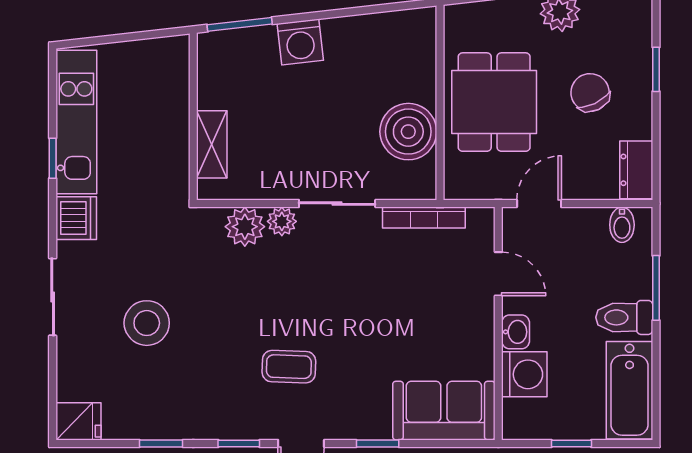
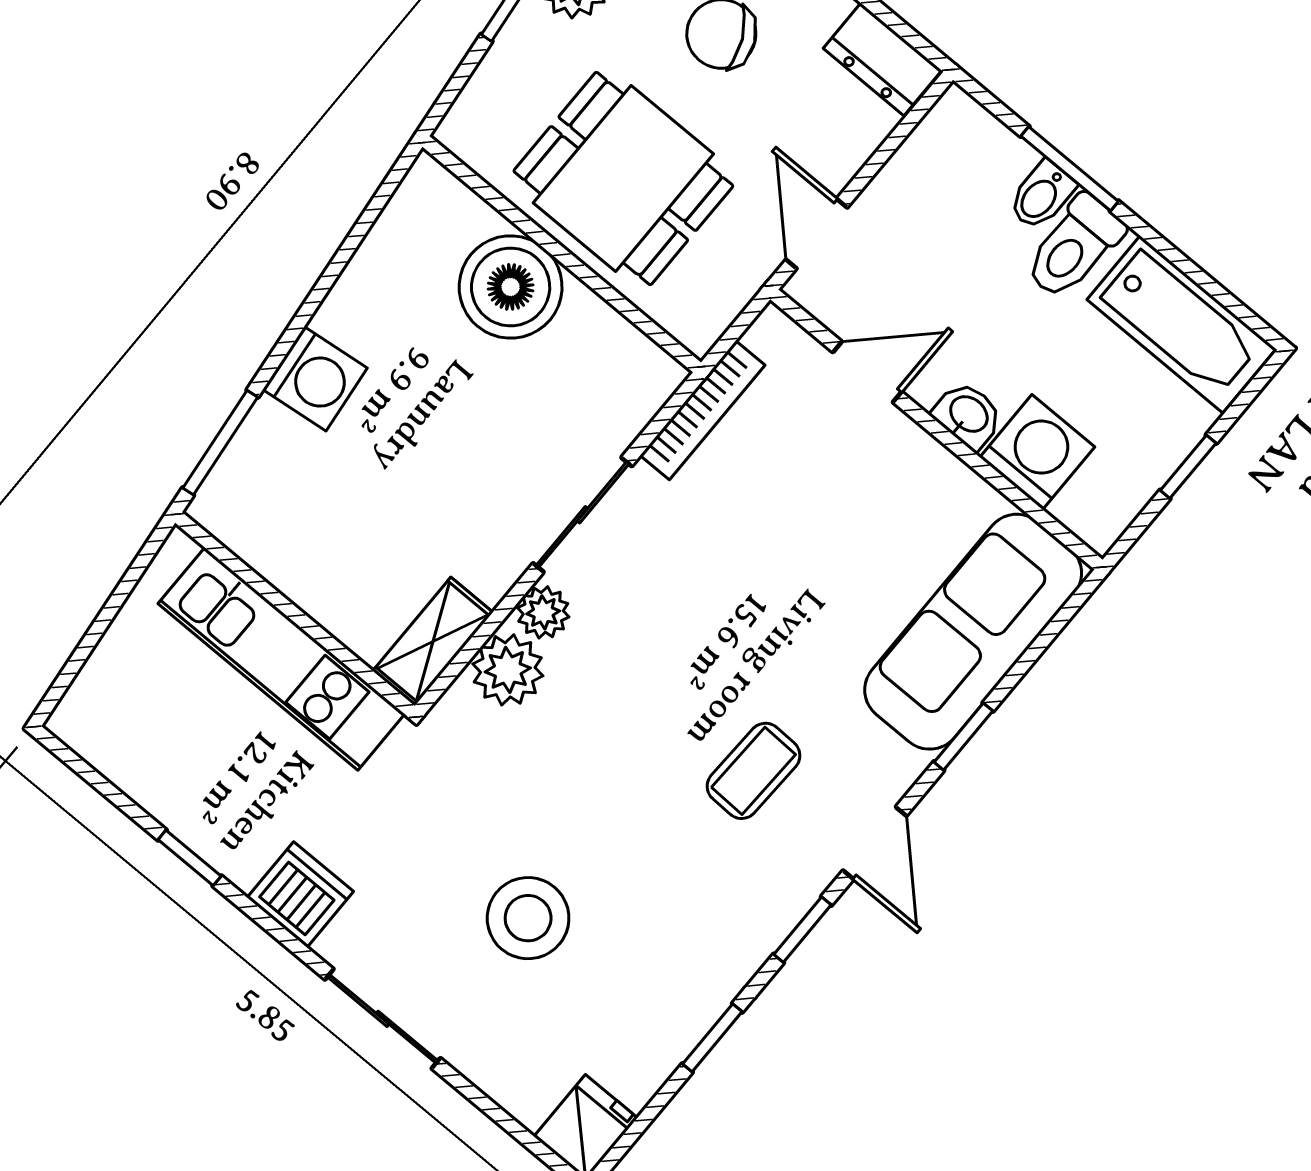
kitchen unit: (76, 122) -> (281, 659), moved, turned 180
boiler: (408, 132) -> (511, 287), moved
shelving: (212, 144) -> (433, 642), moved, turned 90
bidet: (622, 225) -> (1042, 195), moved, turned 90
sofa: (444, 411) -> (973, 632), width x1.36

